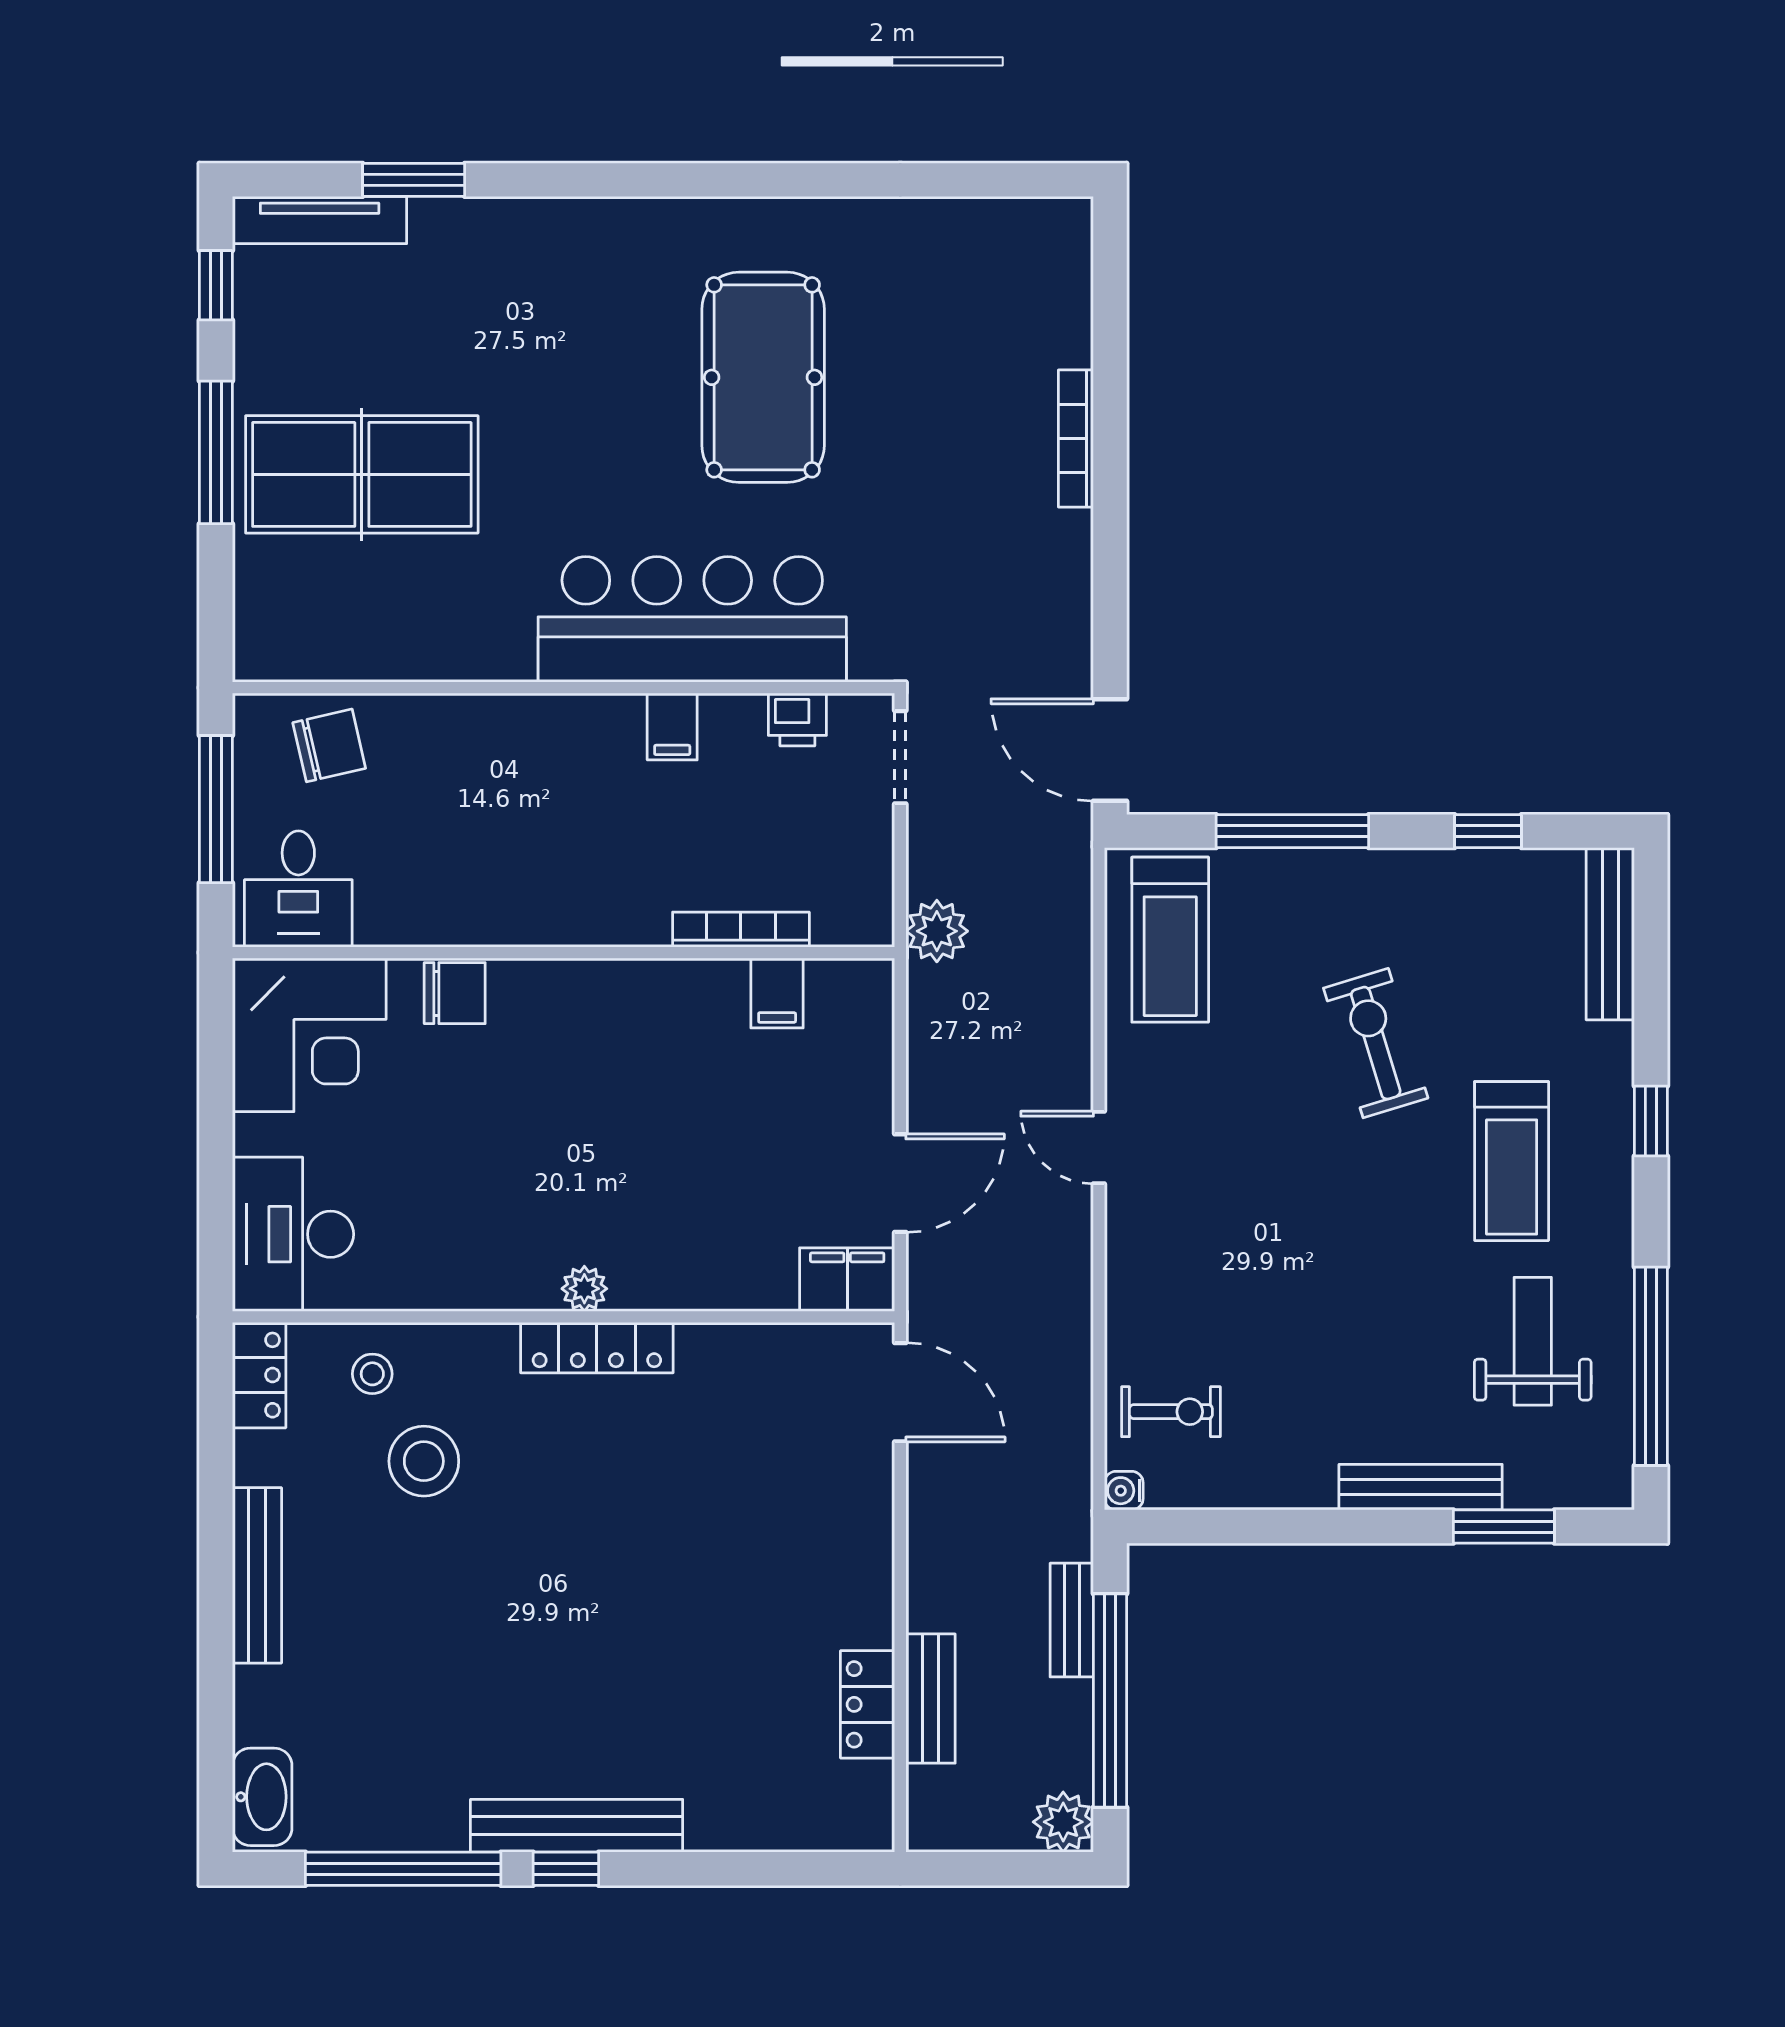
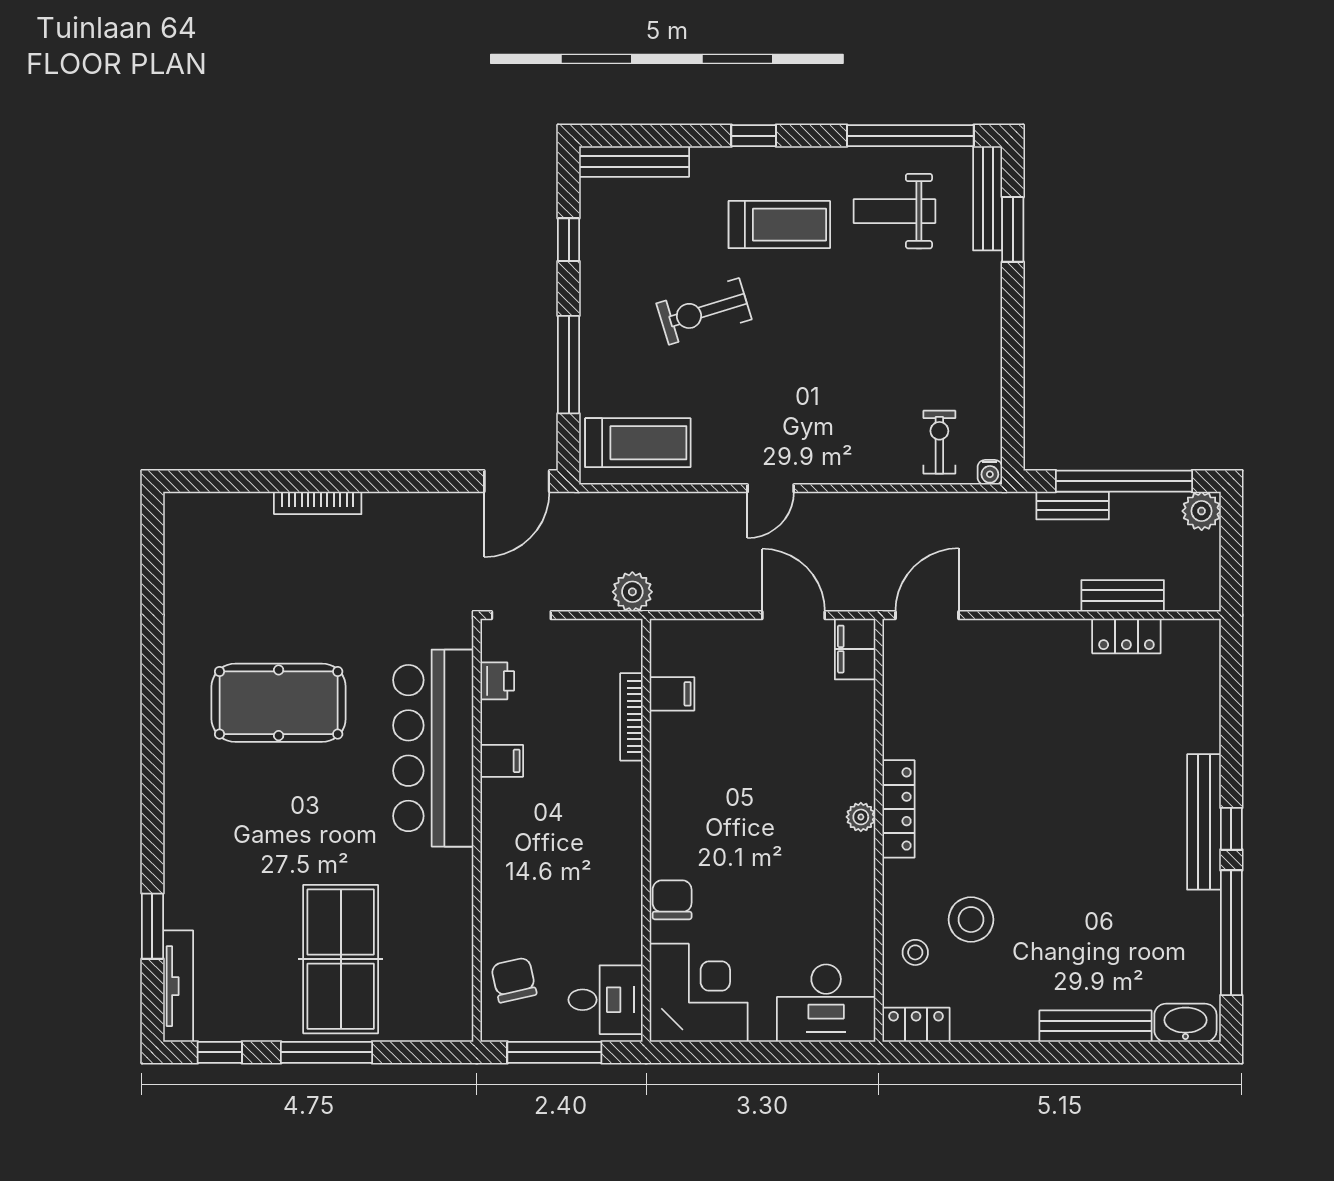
bench: (1421, 1487) -> (988, 198), moved
bench: (257, 1575) -> (1095, 1026), moved

